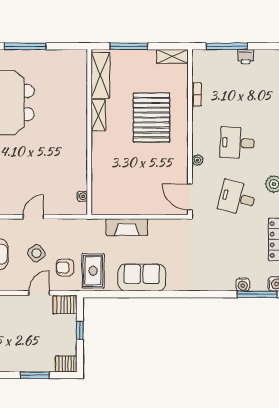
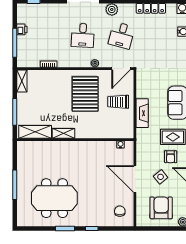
pallet: (151, 118) -> (85, 94), moved, turned 90
trolley: (143, 193) -> (118, 102), added
door: (33, 217) -> (135, 179), width x1.88

